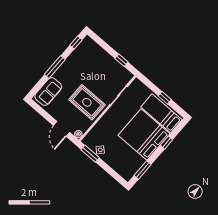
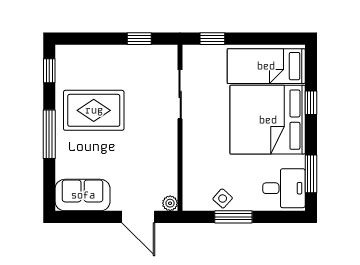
sofa: (48, 92) -> (83, 195), moved, turned -90
window: (165, 98) -> (212, 39), moved
rug: (87, 102) -> (94, 110), moved
window: (90, 154) -> (233, 217), moved
desk: (127, 166) -> (284, 188), added

